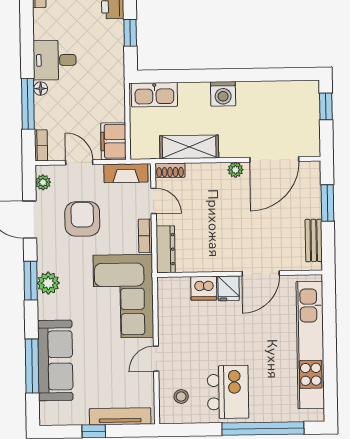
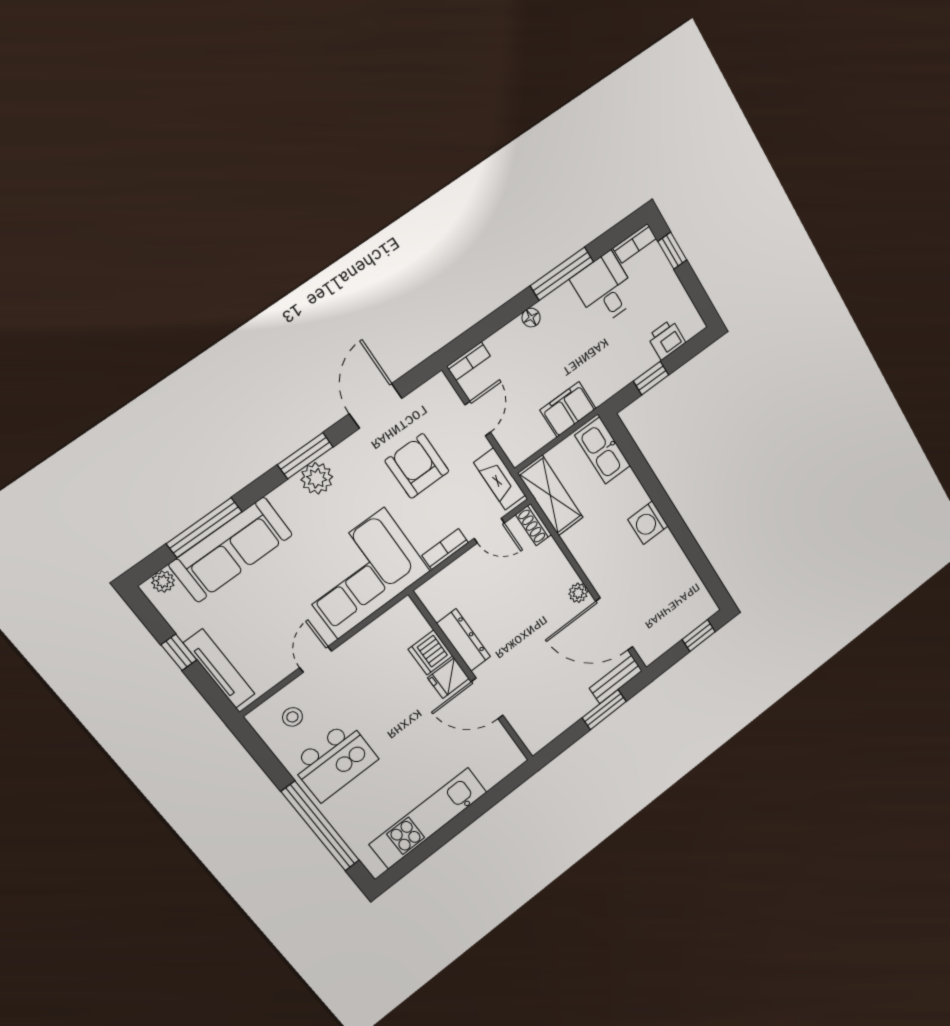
desk: (55, 60) -> (605, 289), moved
window: (28, 104) -> (562, 274), moved
filing cabinet: (113, 141) -> (568, 409), moved
shelving: (189, 147) -> (550, 496), moved
plant: (43, 182) -> (163, 581), moved
door: (154, 201) -> (489, 531), hinge flipped
armchair: (82, 219) -> (417, 466), turned -90
bench: (314, 240) -> (616, 679), moved
dresser: (166, 249) -> (463, 640), moved, turned -90
kitchen unit: (310, 345) -> (428, 818), width x0.73
door: (156, 359) -> (316, 659), hinge flipped

